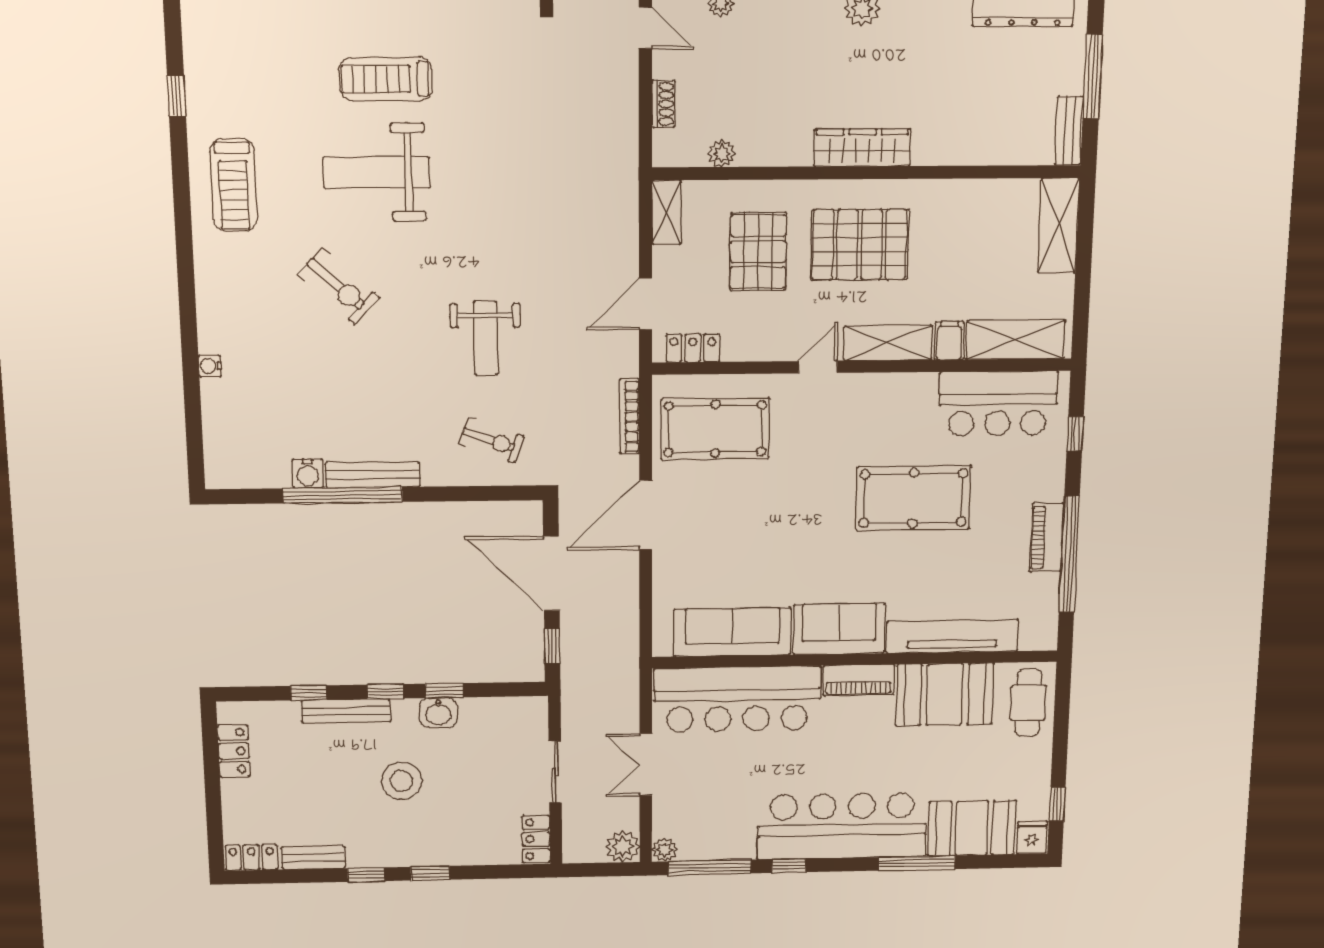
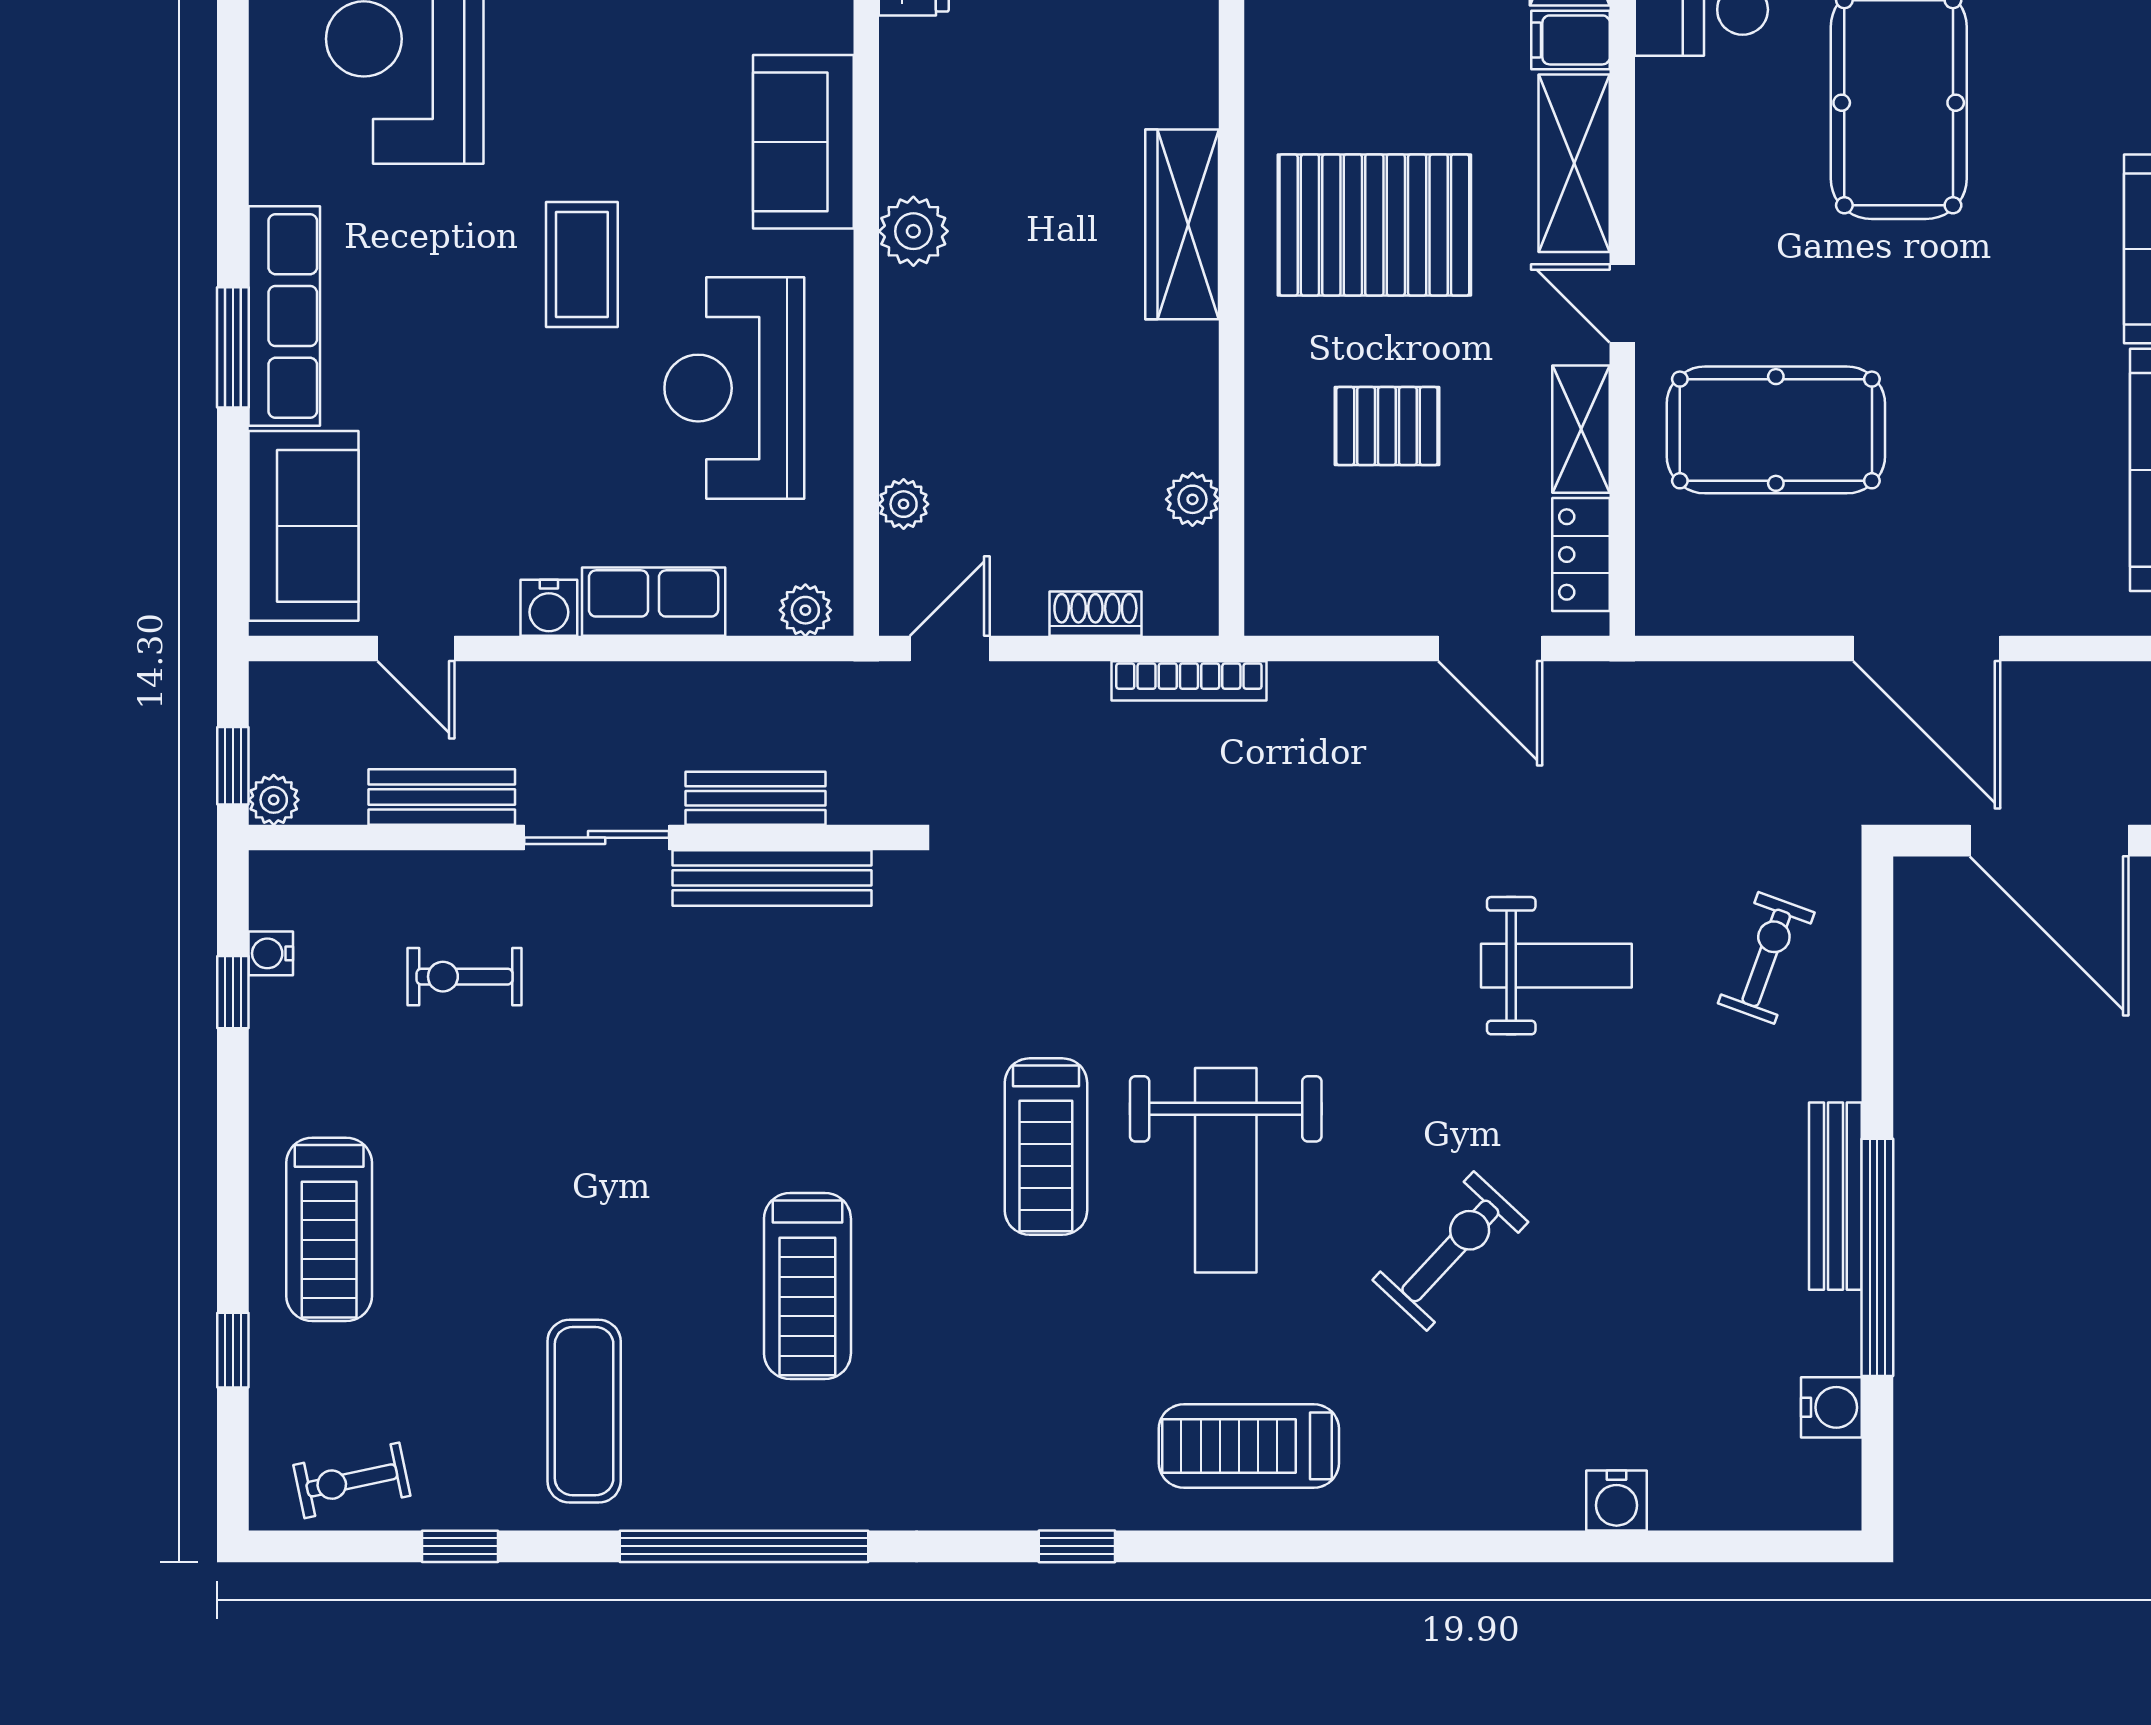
treadmill: (234, 185) -> (1249, 1446), turned 180
shelving: (666, 212) -> (1581, 429), moved, turned 90
pallet: (860, 245) -> (1374, 225), turned 90
pallet: (758, 252) -> (1387, 426), width x0.67, depth x0.71
water cooler: (210, 366) -> (1617, 1500), width x1.38, depth x1.38
bookcase: (629, 417) -> (1189, 681), moved
pool table: (715, 429) -> (1776, 430), moved, turned 90
water cooler: (308, 474) -> (1831, 1407), moved
door: (551, 574) -> (2049, 841), hinge flipped

